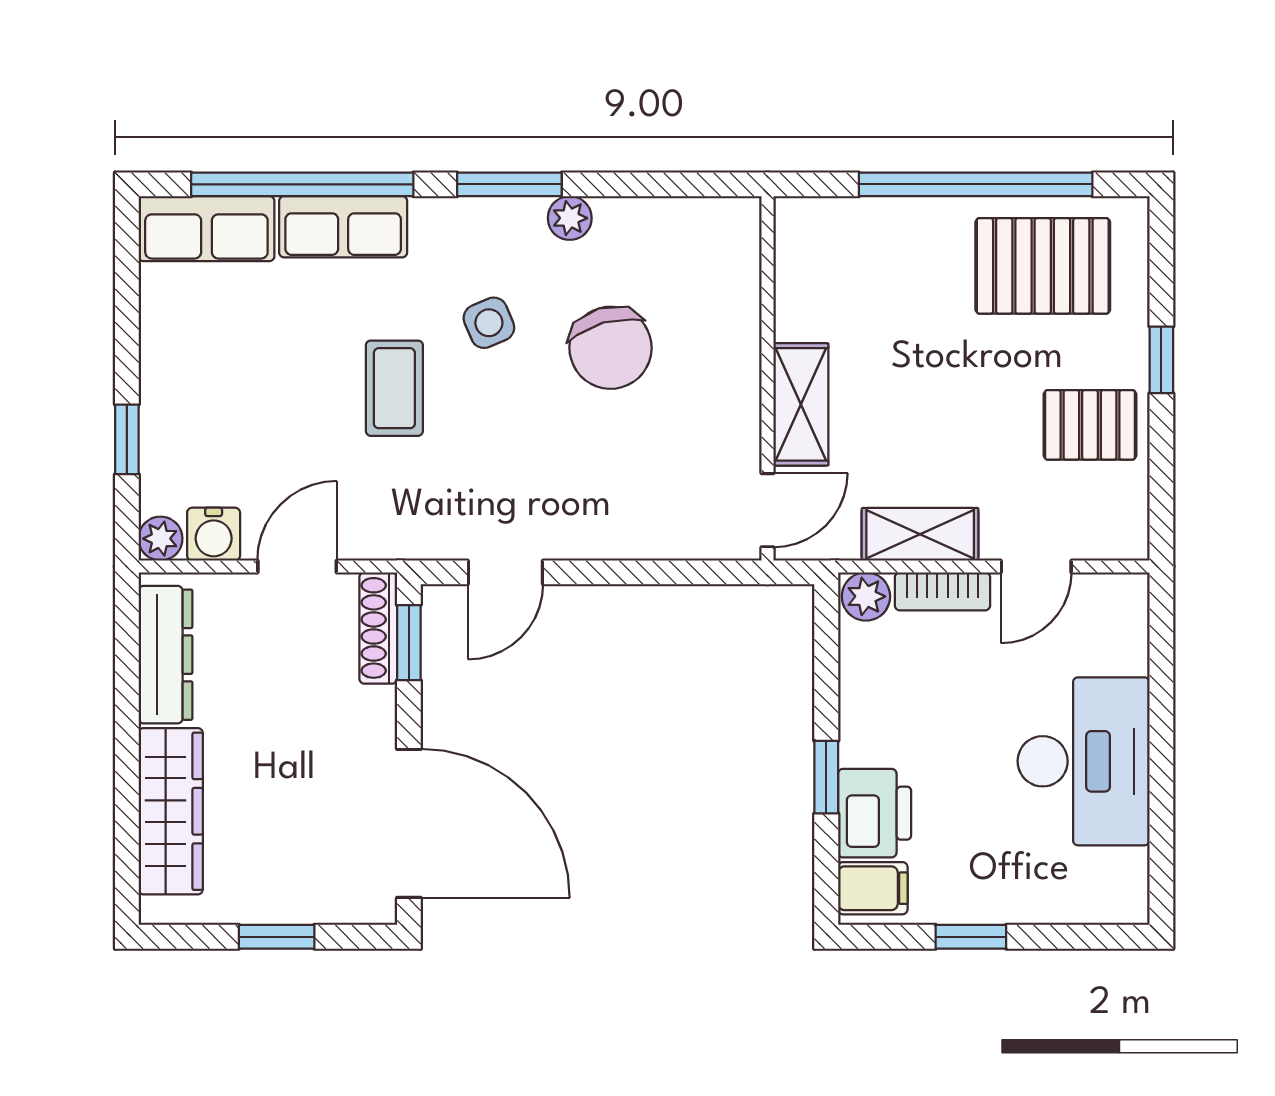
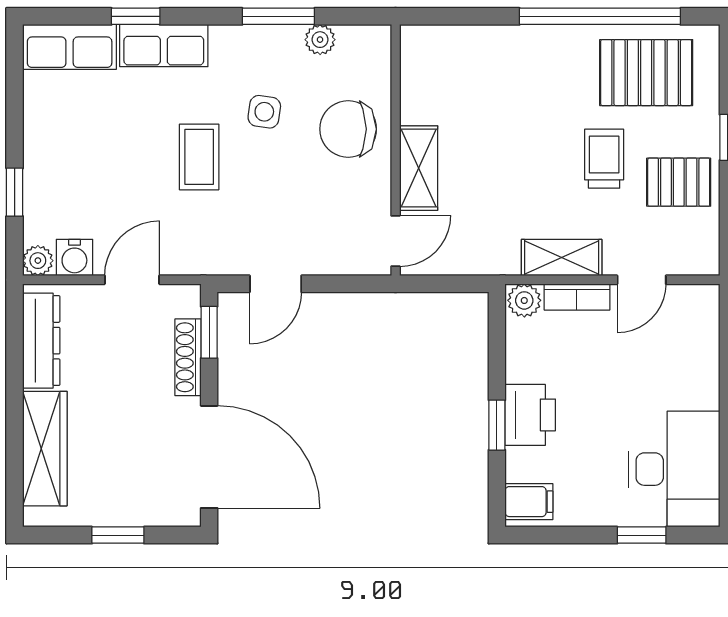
window: (302, 184) -> (136, 16), width x0.32
side table: (489, 323) -> (264, 112), turned 31
chair: (610, 348) -> (348, 129), turned 106
wall: (767, 378) -> (396, 150), moved
trolley: (982, 391) -> (604, 159), added
shelving: (801, 404) -> (419, 168), moved
door: (767, 510) -> (396, 241), moved
shoe rack: (378, 628) -> (188, 357), moved
desk: (1084, 761) -> (674, 469), moved
printer: (875, 813) -> (530, 415), moved
window: (971, 937) -> (642, 535), moved

